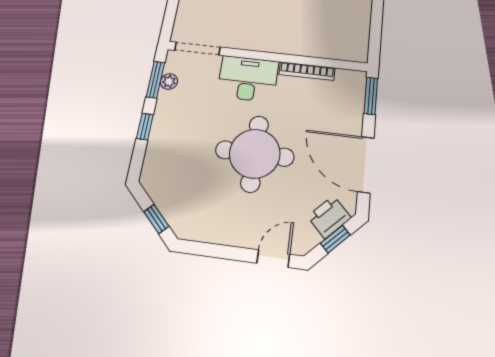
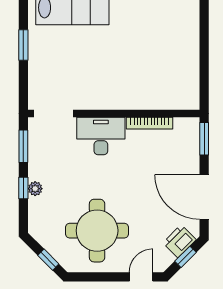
plant: (169, 82) -> (35, 189), moved
round table: (255, 154) -> (97, 231), moved

